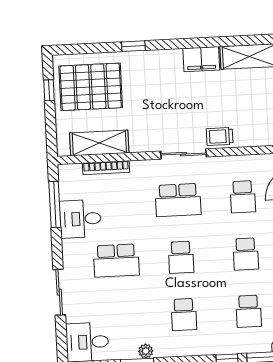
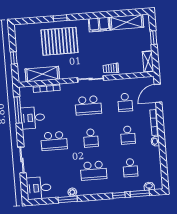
pallet: (91, 87) -> (60, 41), moved
window: (49, 90) -> (14, 58), moved
school desk: (184, 315) -> (93, 171), width x1.85

